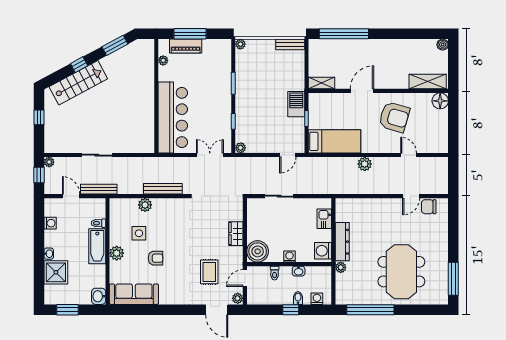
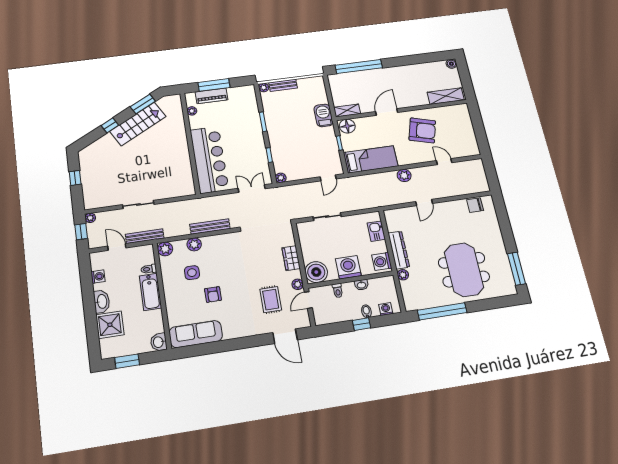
bench: (290, 44) -> (283, 85), moved
stairs: (78, 83) -> (138, 124), moved
floor lamp: (440, 101) -> (347, 126), moved
barbecue: (296, 104) -> (324, 115), moved
door: (411, 196) -> (424, 203), moved
plant: (117, 253) -> (165, 249), moved
washbasin: (49, 254) -> (102, 301), width x1.91, depth x1.45
washing machine: (289, 257) -> (348, 267), width x1.89, depth x1.89
armchair: (156, 258) -> (213, 295), turned 90
plant: (238, 298) -> (298, 284), moved

